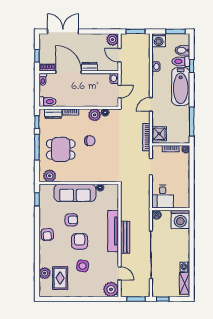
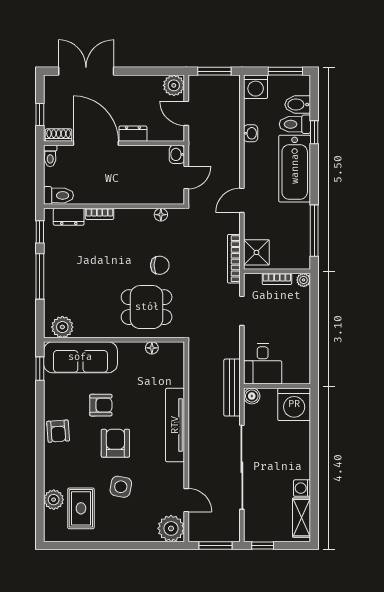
plant: (95, 115) -> (142, 219), removed
chair: (90, 141) -> (160, 265), moved
dining table: (61, 149) -> (147, 307), moved
sofa: (75, 193) -> (80, 357), moved
bench: (125, 237) -> (232, 388), moved

